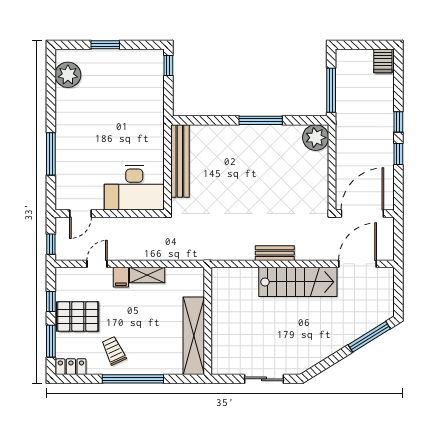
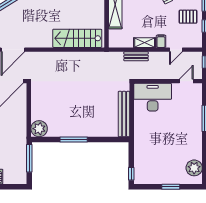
bench: (275, 253) -> (136, 56), moved
stairs: (298, 282) -> (77, 38), moved
pallet: (78, 317) -> (188, 17), width x0.67, depth x0.71

